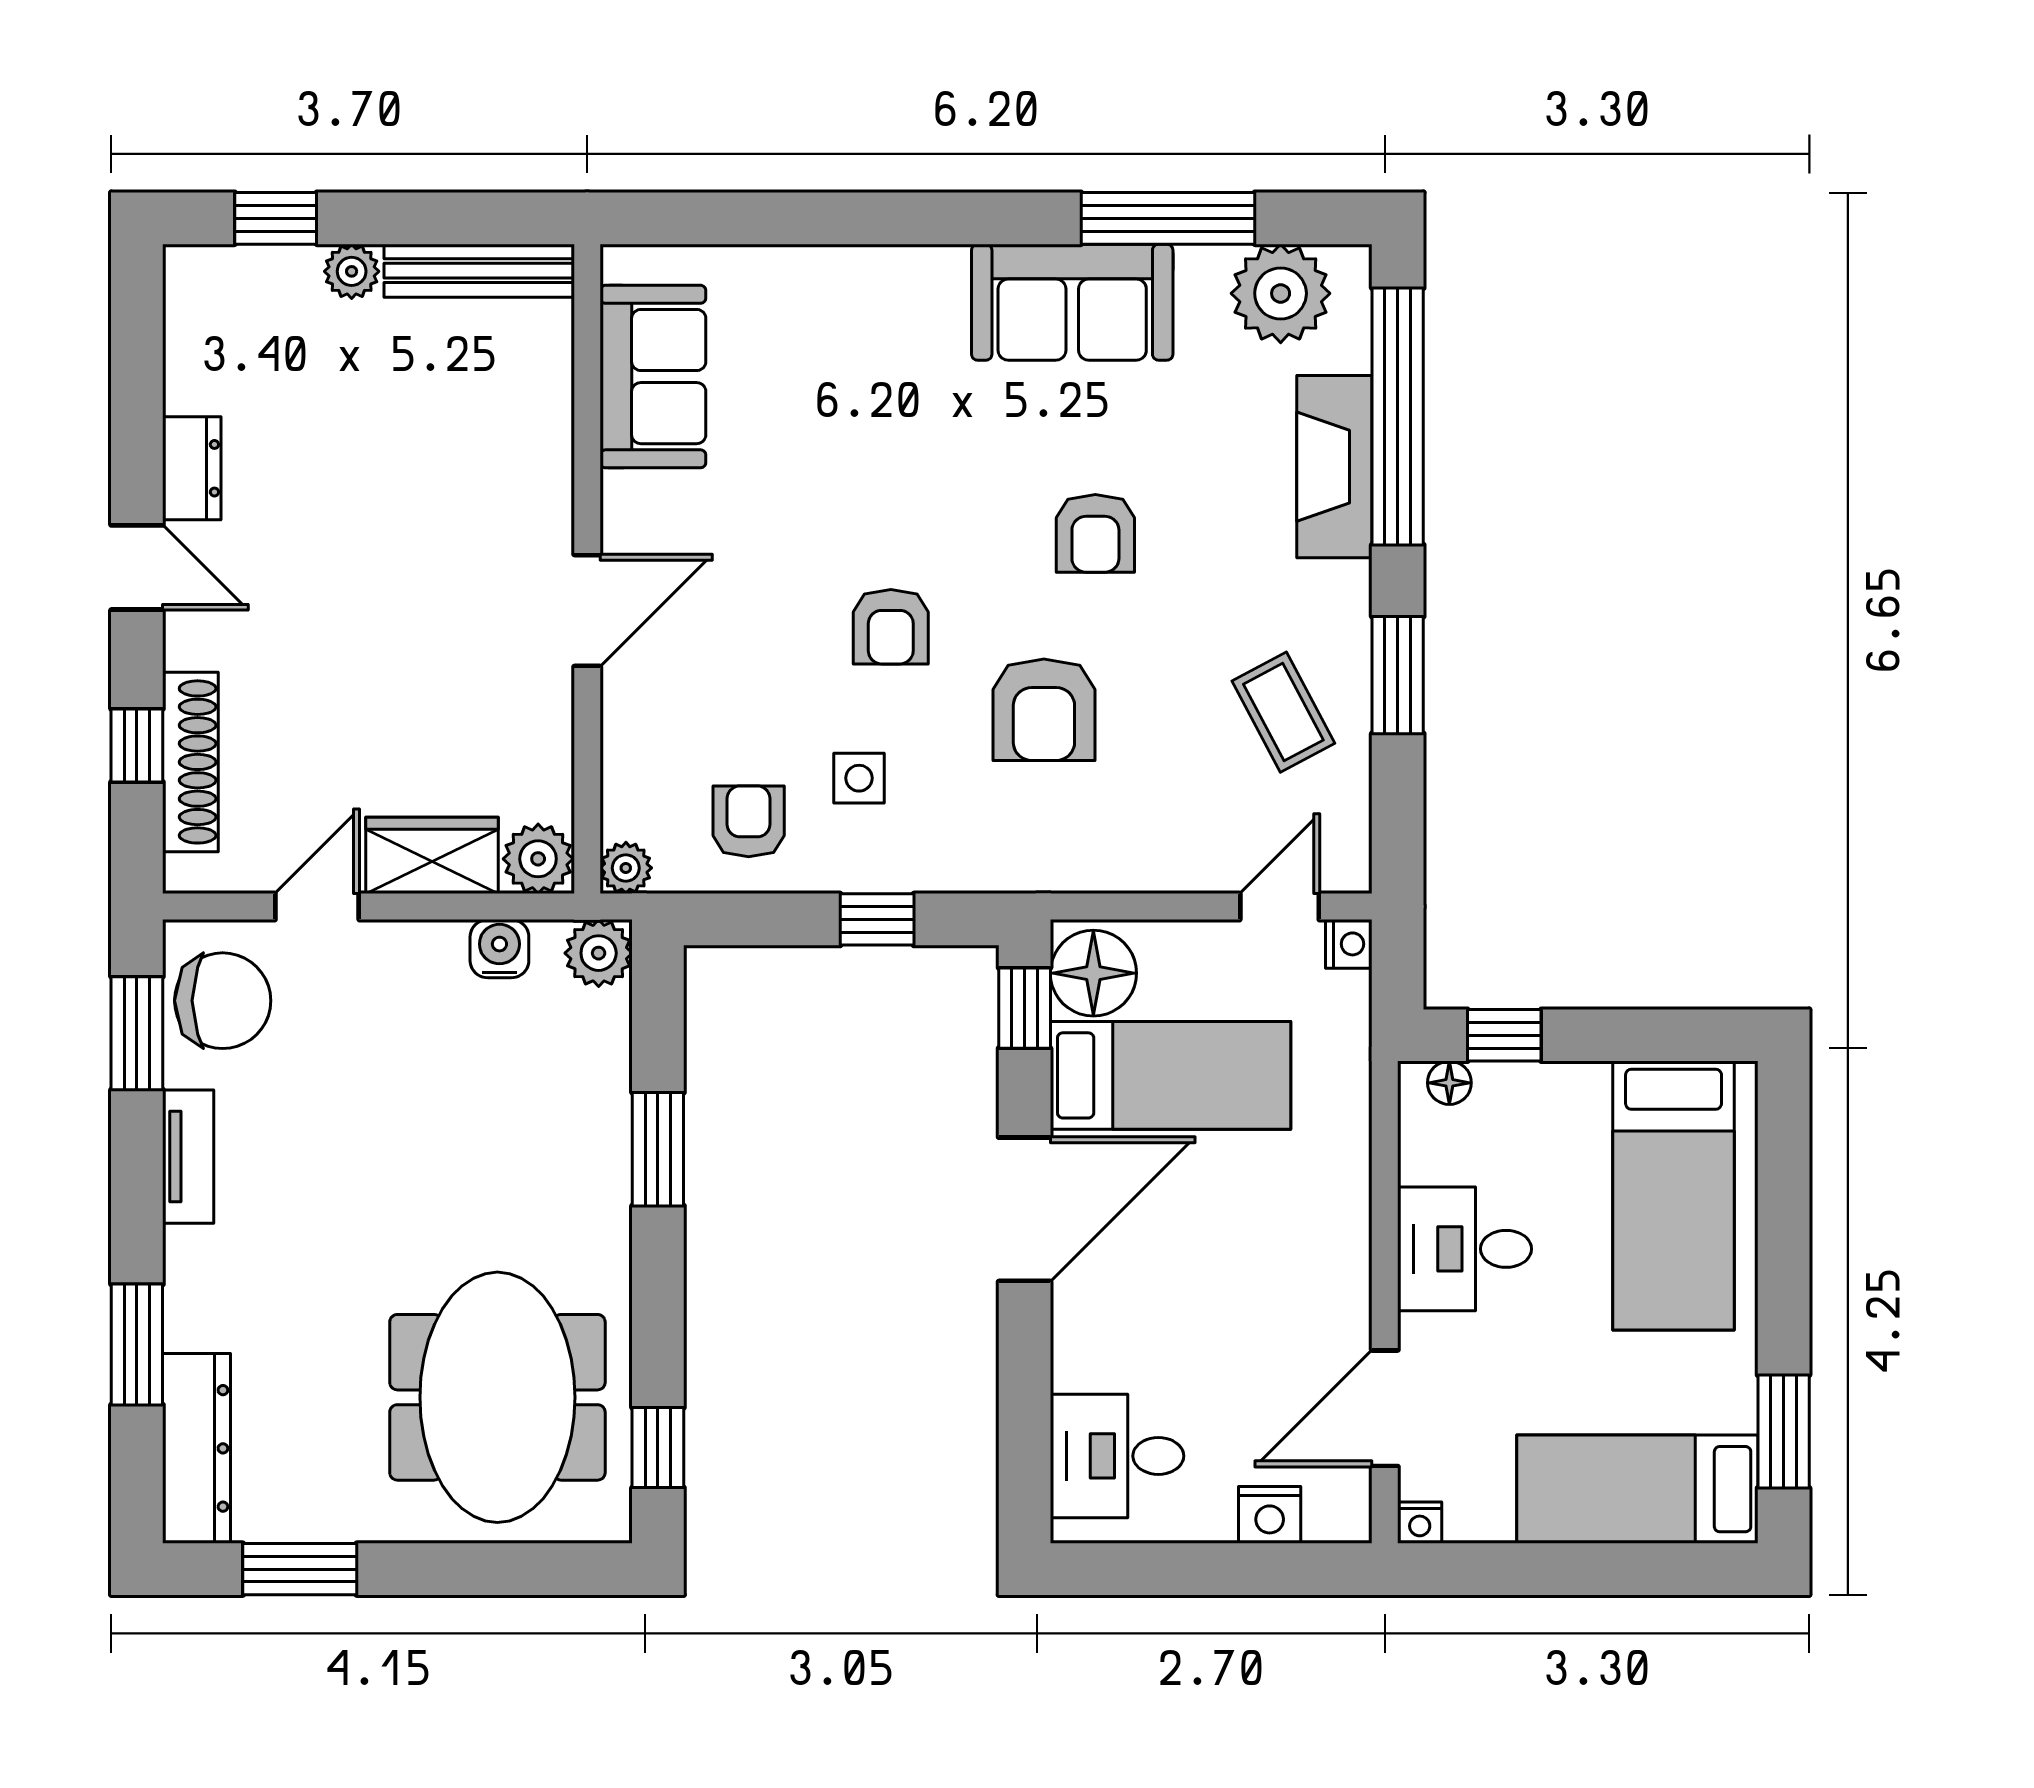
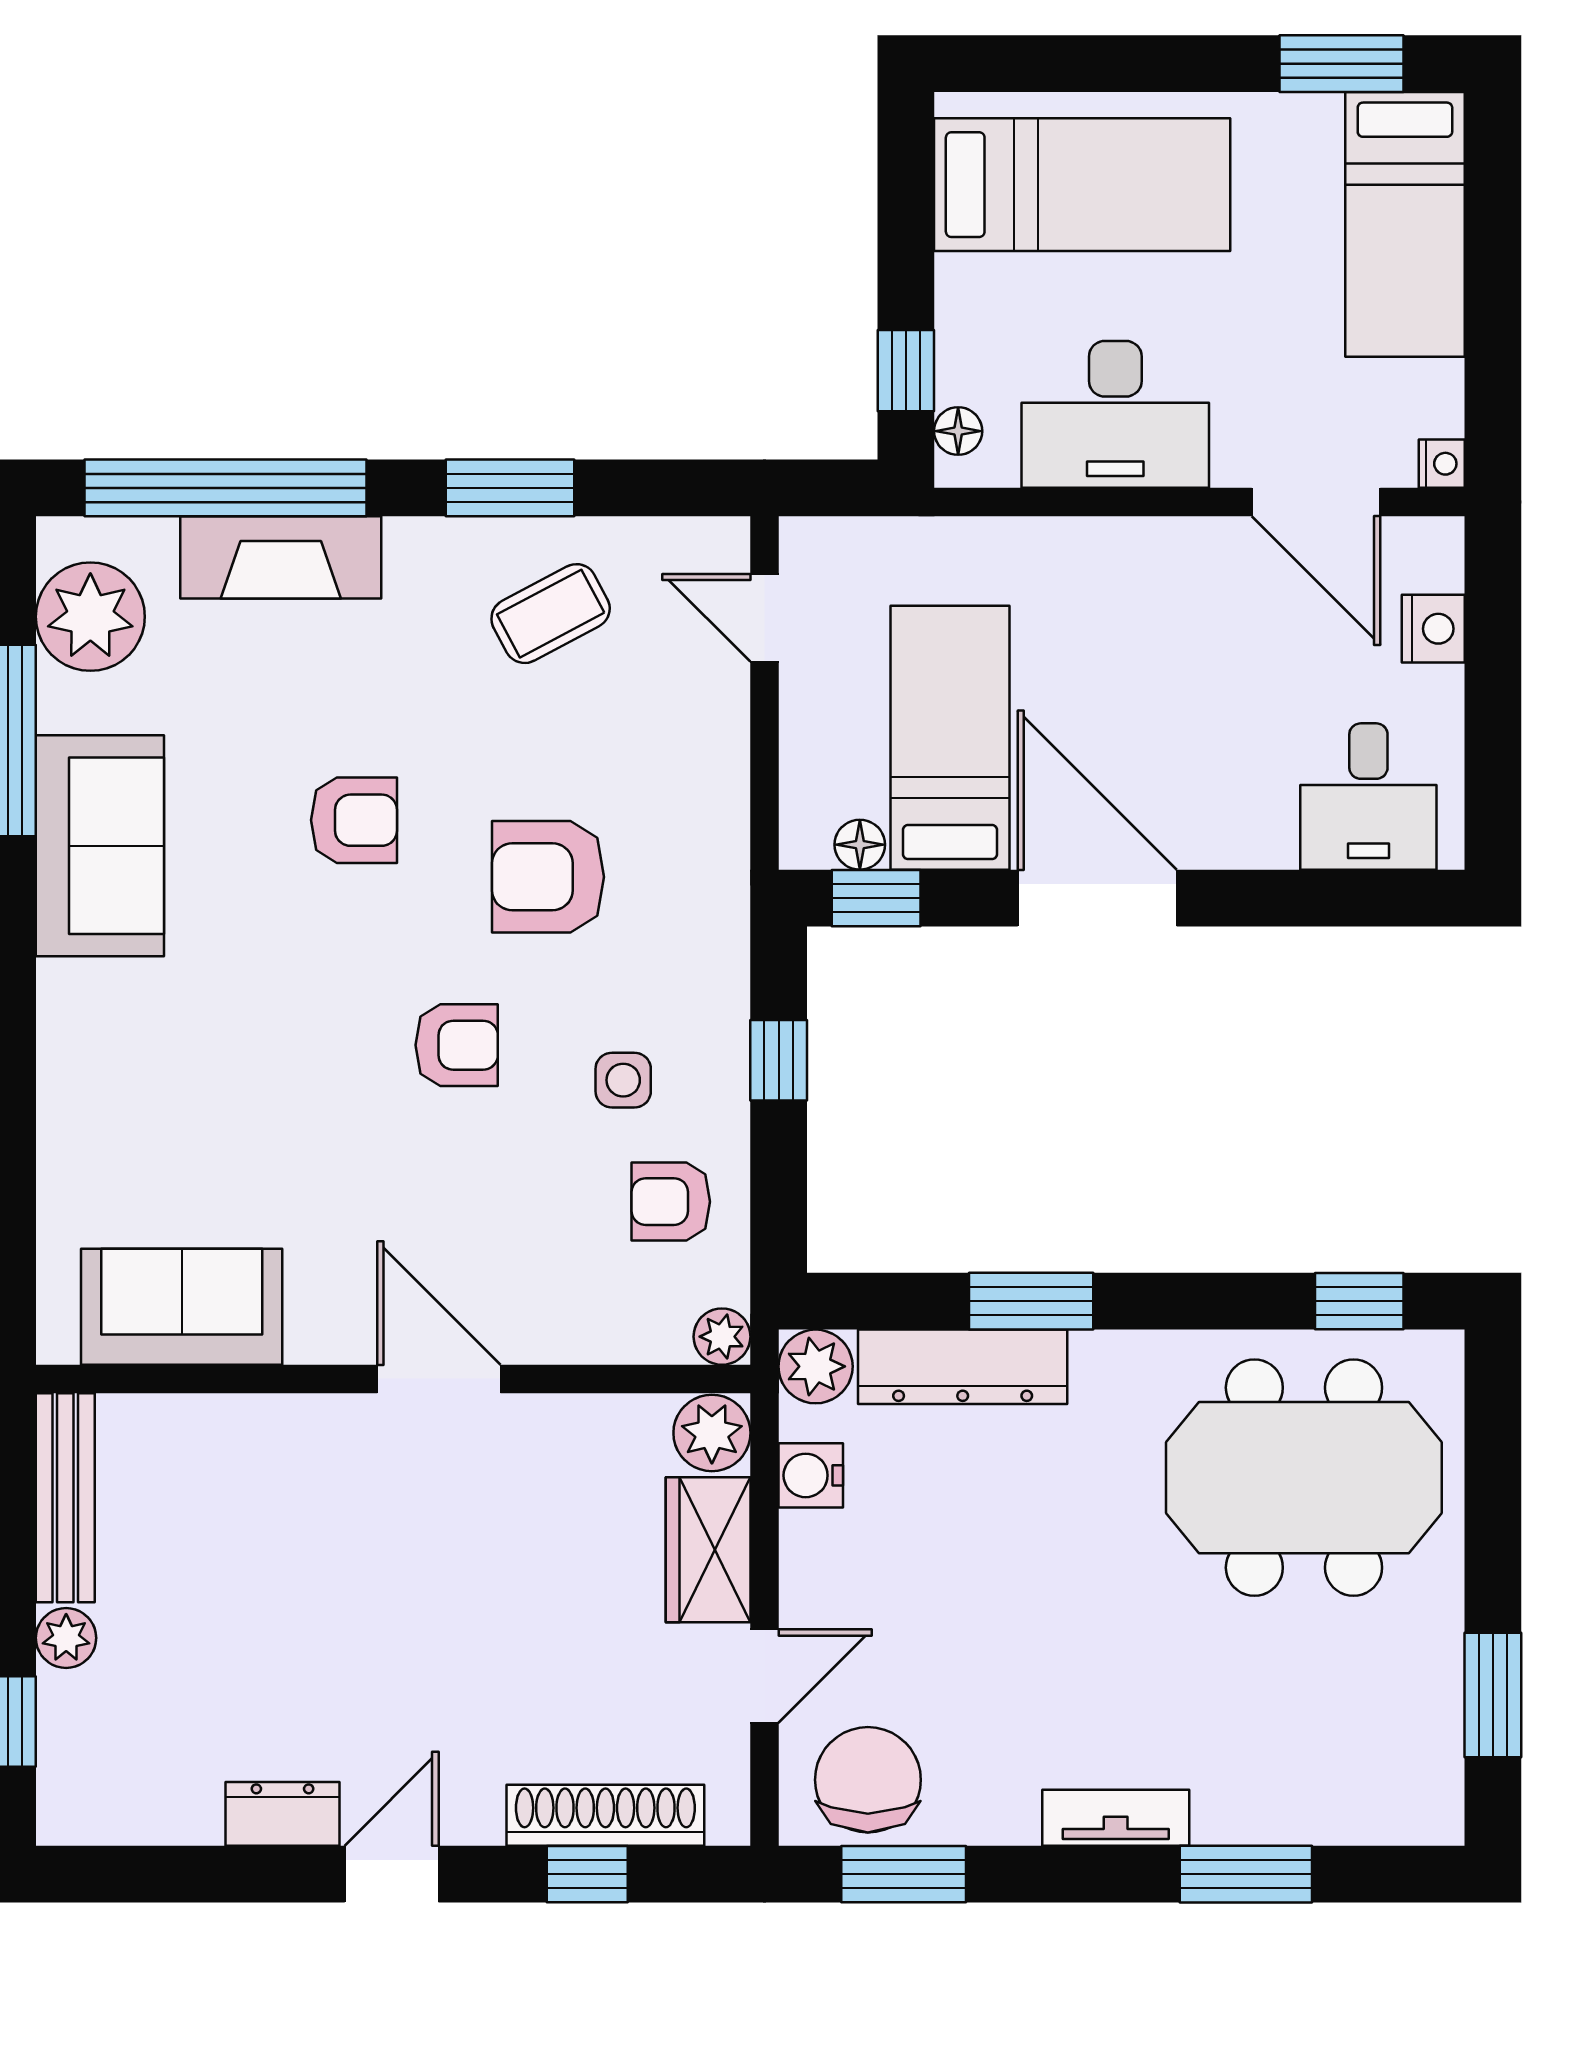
armchair: (1044, 710) -> (548, 877), turned 180
door: (317, 907) -> (764, 1676), swing flipped
nightstand: (1349, 944) -> (805, 542), removed
floor lamp: (1093, 973) -> (860, 845), width x0.53, depth x0.53
tv unit: (188, 1157) -> (1116, 1818), moved
desk: (1465, 1249) -> (1115, 414), width x1.37
dresser: (197, 1448) -> (963, 1367), moved, turned 180

